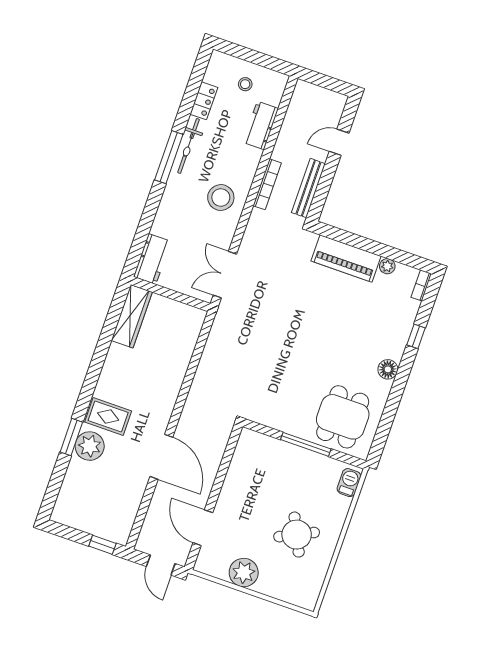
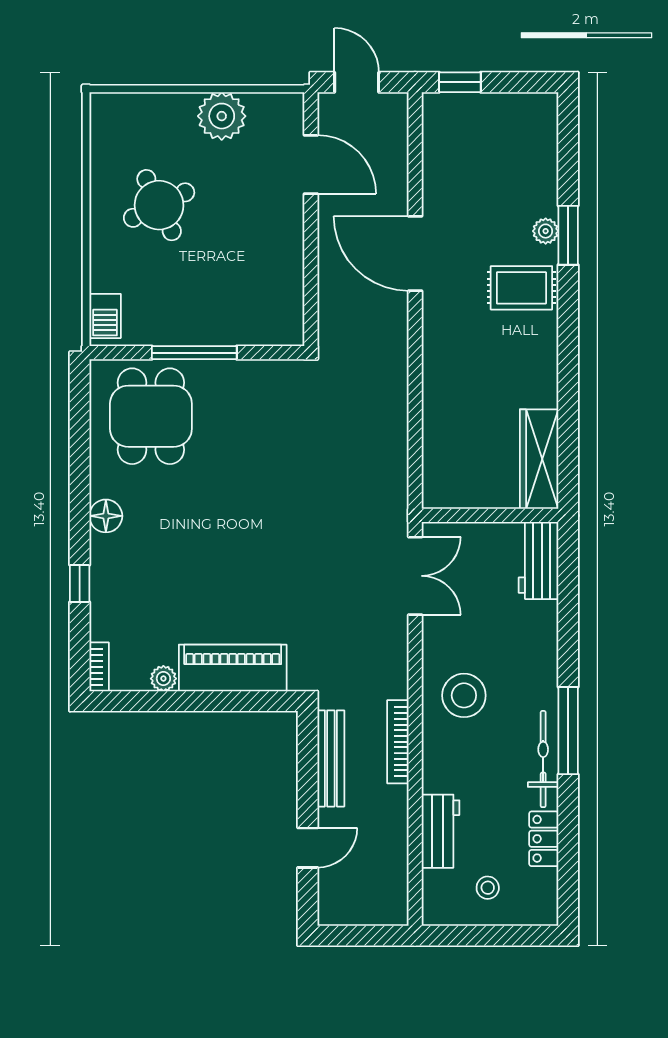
plant: (90, 446) -> (546, 231), width x0.53, depth x0.53

